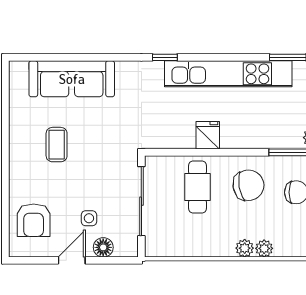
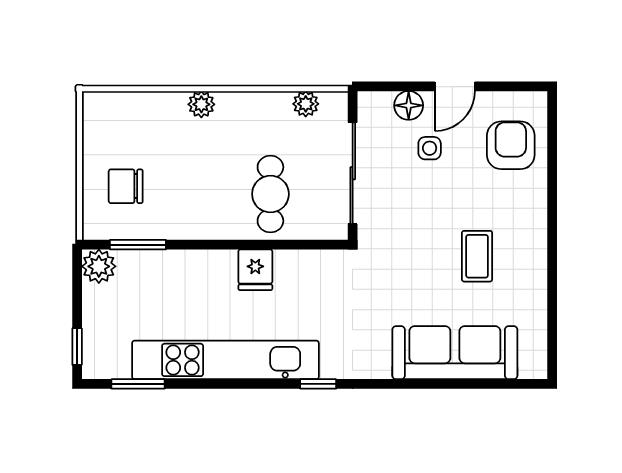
chair: (248, 185) -> (196, 197), removed
plant: (264, 248) -> (306, 104), moved

